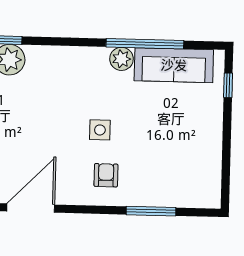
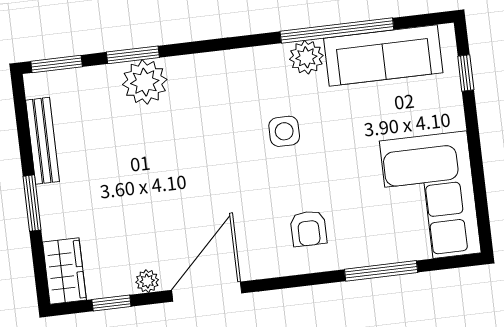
side table: (100, 130) -> (284, 131), moved
corner sofa: (192, 166) -> (430, 197), added
armchair: (106, 175) -> (308, 229), turned 180

